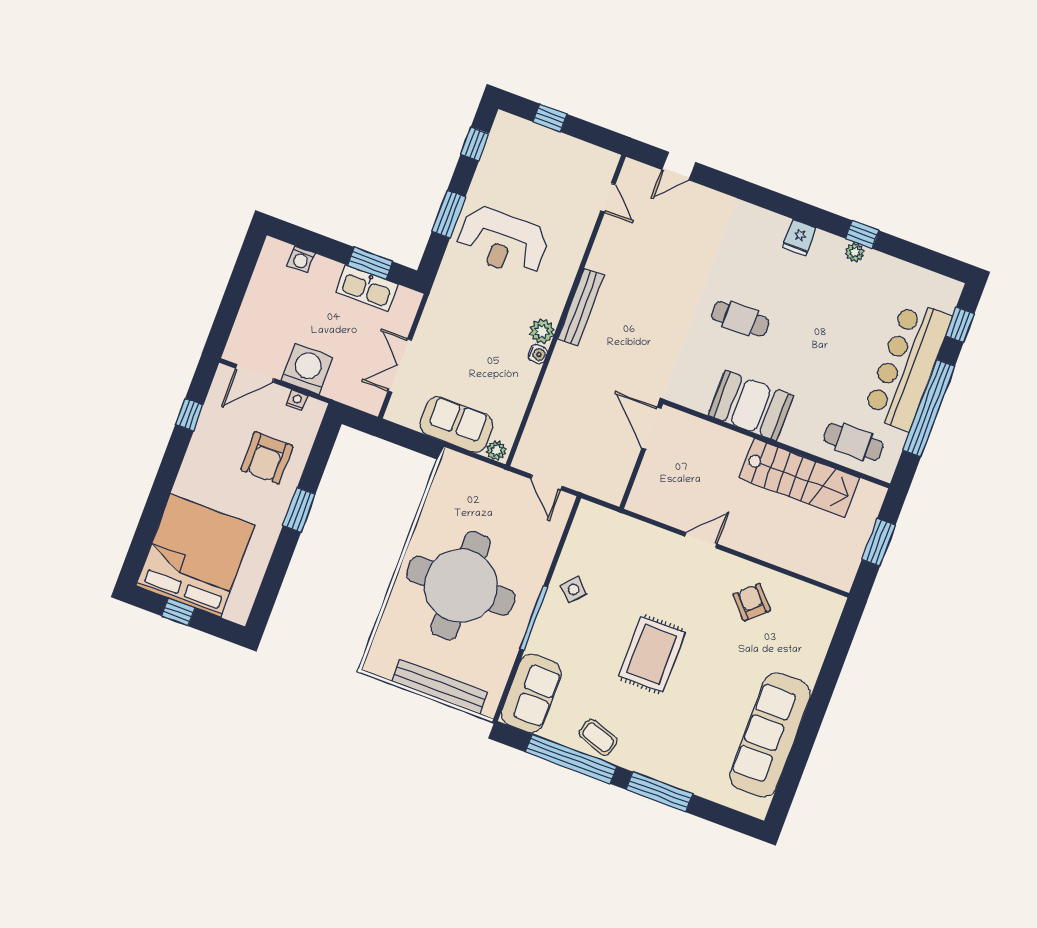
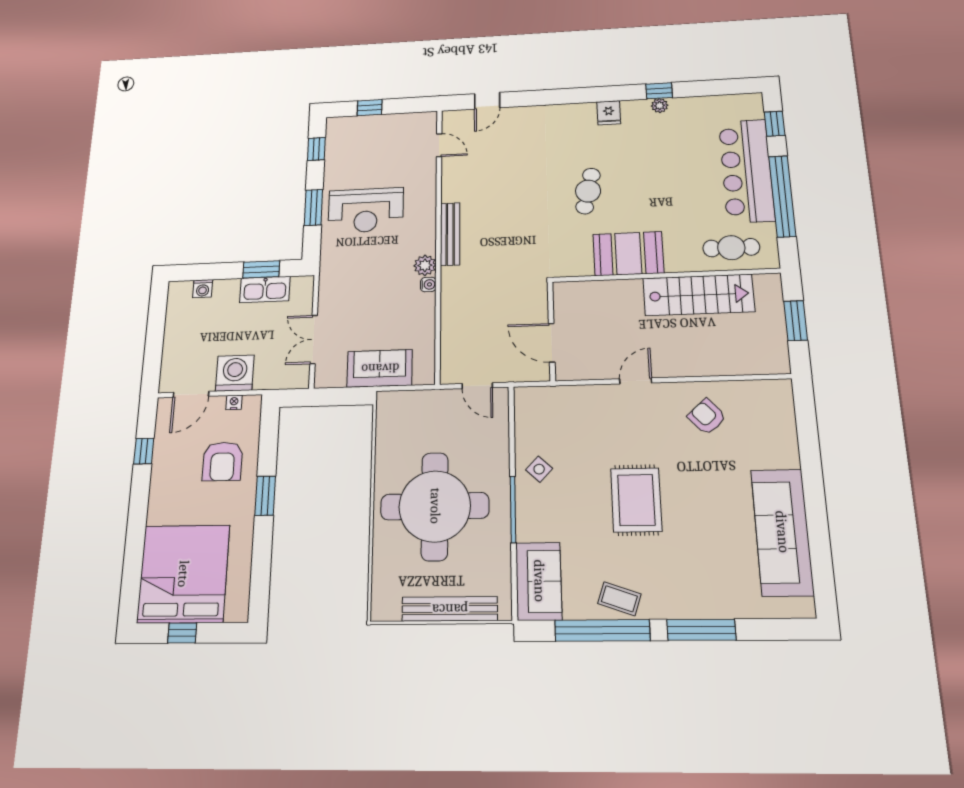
cafe table: (740, 319) -> (588, 191), turned -76
door: (651, 428) -> (552, 343), moved
plant: (496, 451) -> (423, 376), removed

